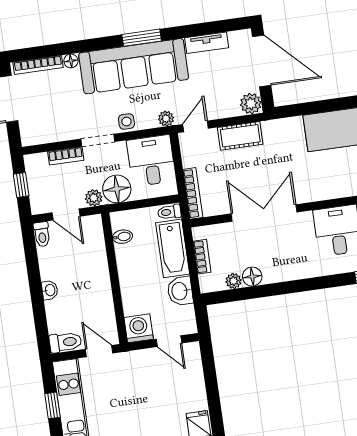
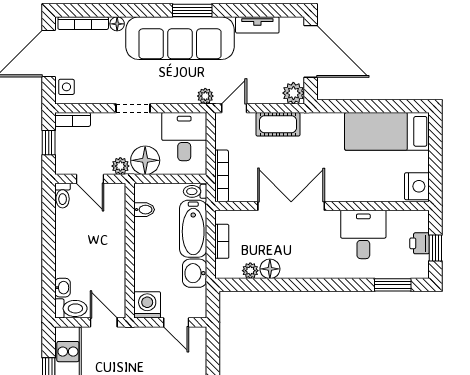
side table: (126, 121) -> (66, 87), moved
bookcase: (66, 156) -> (73, 119), moved
washbasin: (50, 290) -> (62, 288), moved

